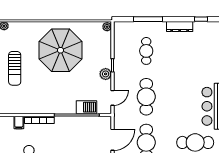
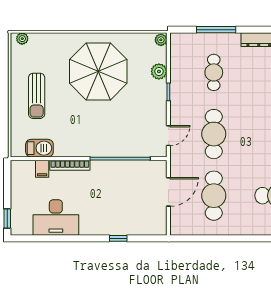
plant: (106, 74) -> (159, 71), moved
barbecue: (86, 107) -> (39, 148), moved

